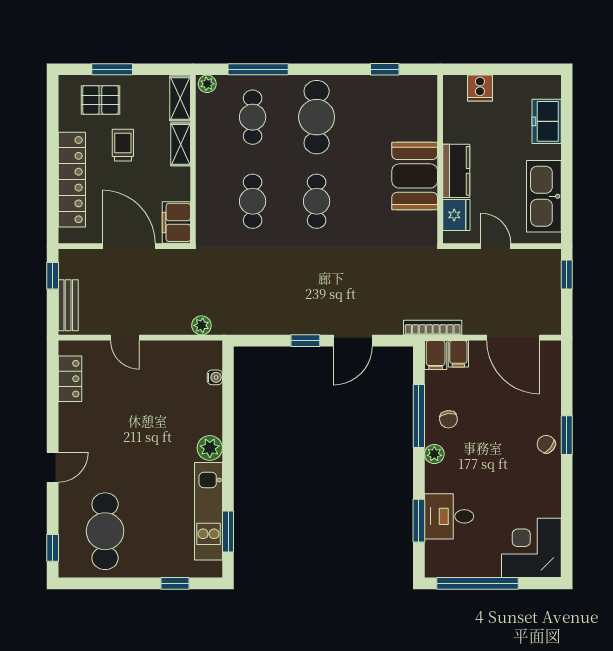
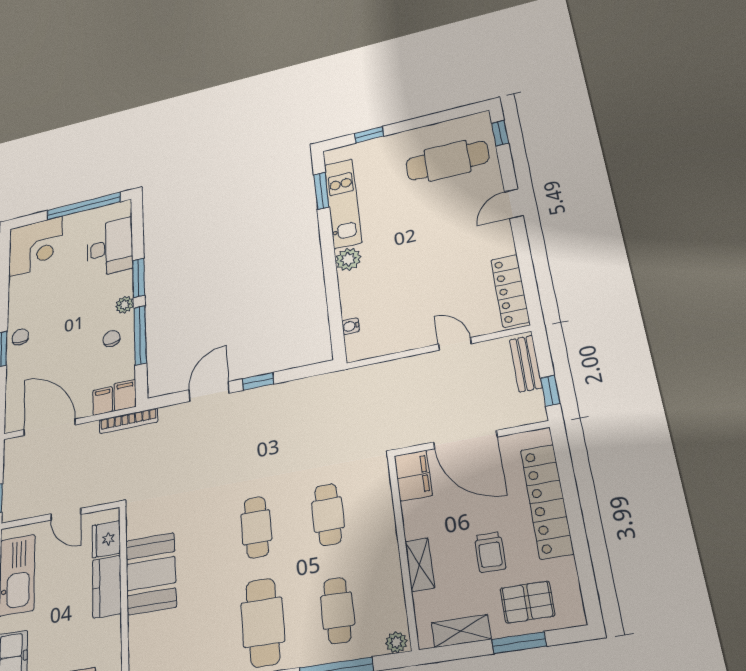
shelving: (180, 98) -> (461, 631), moved, turned 90
plant: (201, 325) -> (371, 374), removed
locker: (70, 379) -> (510, 291), width x1.53
chair: (546, 444) -> (20, 337), turned -128
desk: (449, 516) -> (110, 247), width x1.37
window: (419, 521) -> (139, 278), moved
cafe table: (105, 531) -> (447, 161), turned 90

